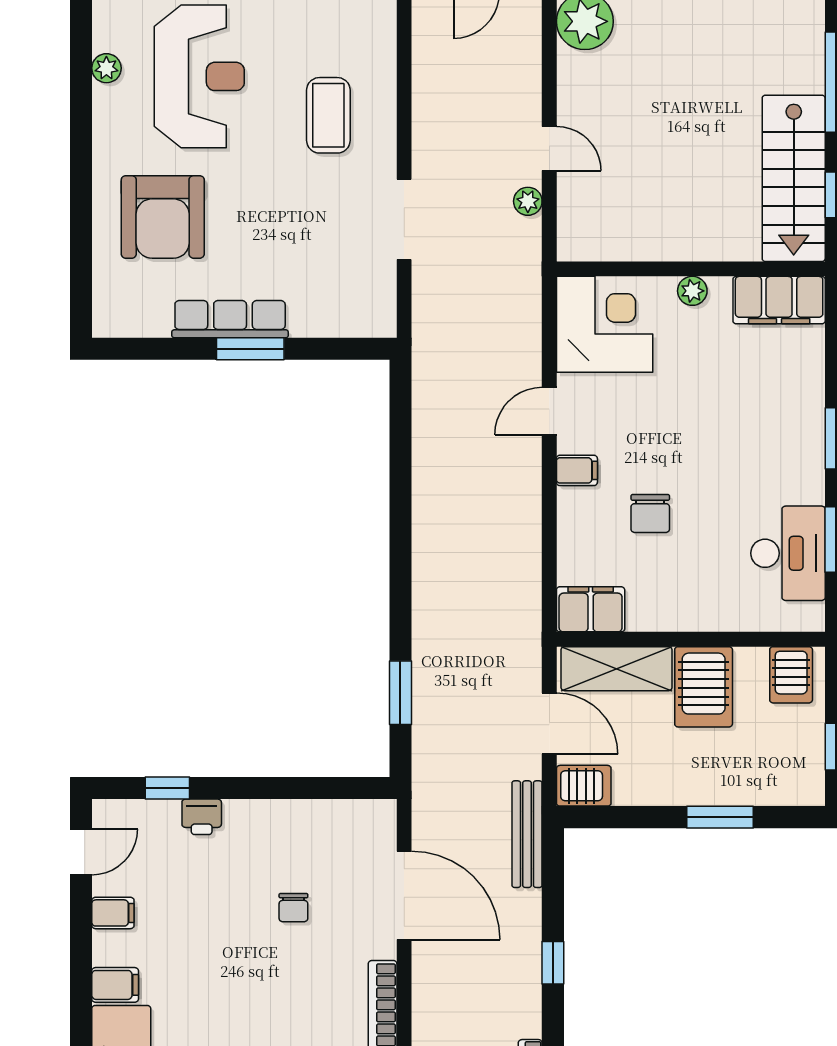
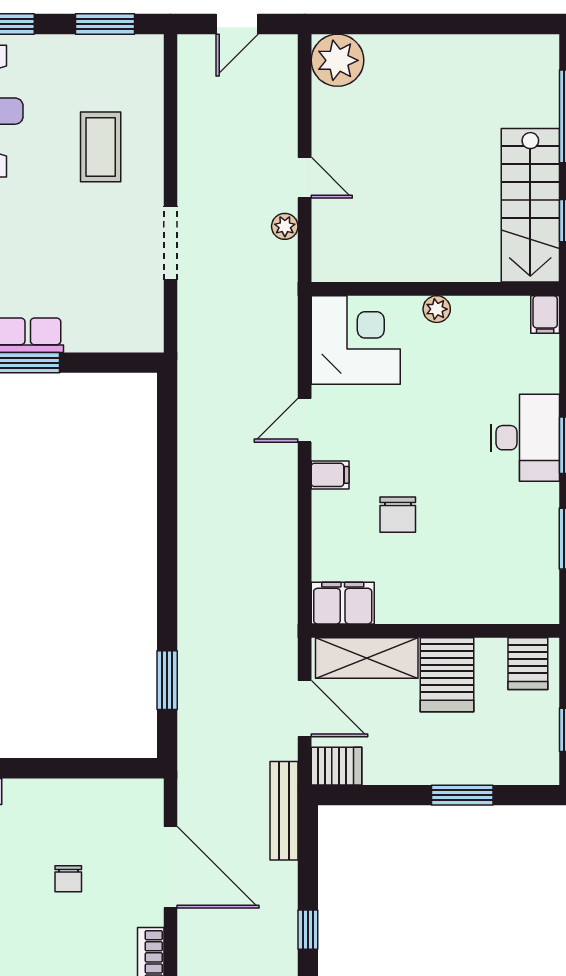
filing cabinet: (779, 300) -> (545, 314), width x0.33, depth x0.86
desk: (788, 553) -> (525, 438), moved

